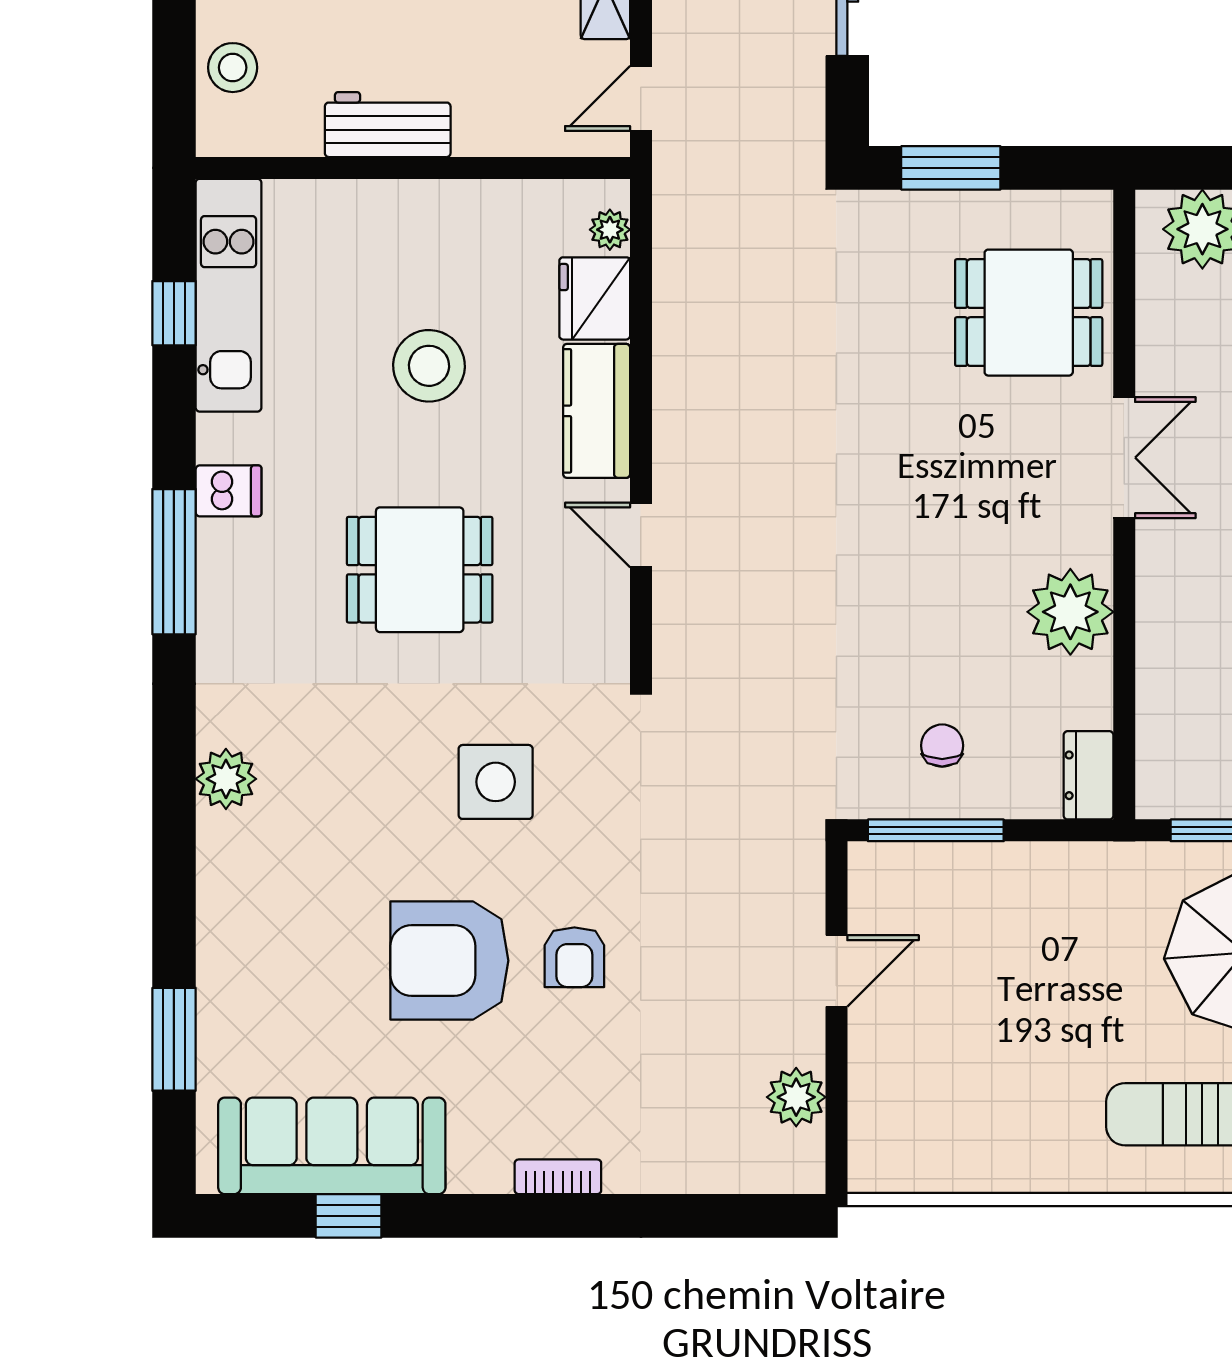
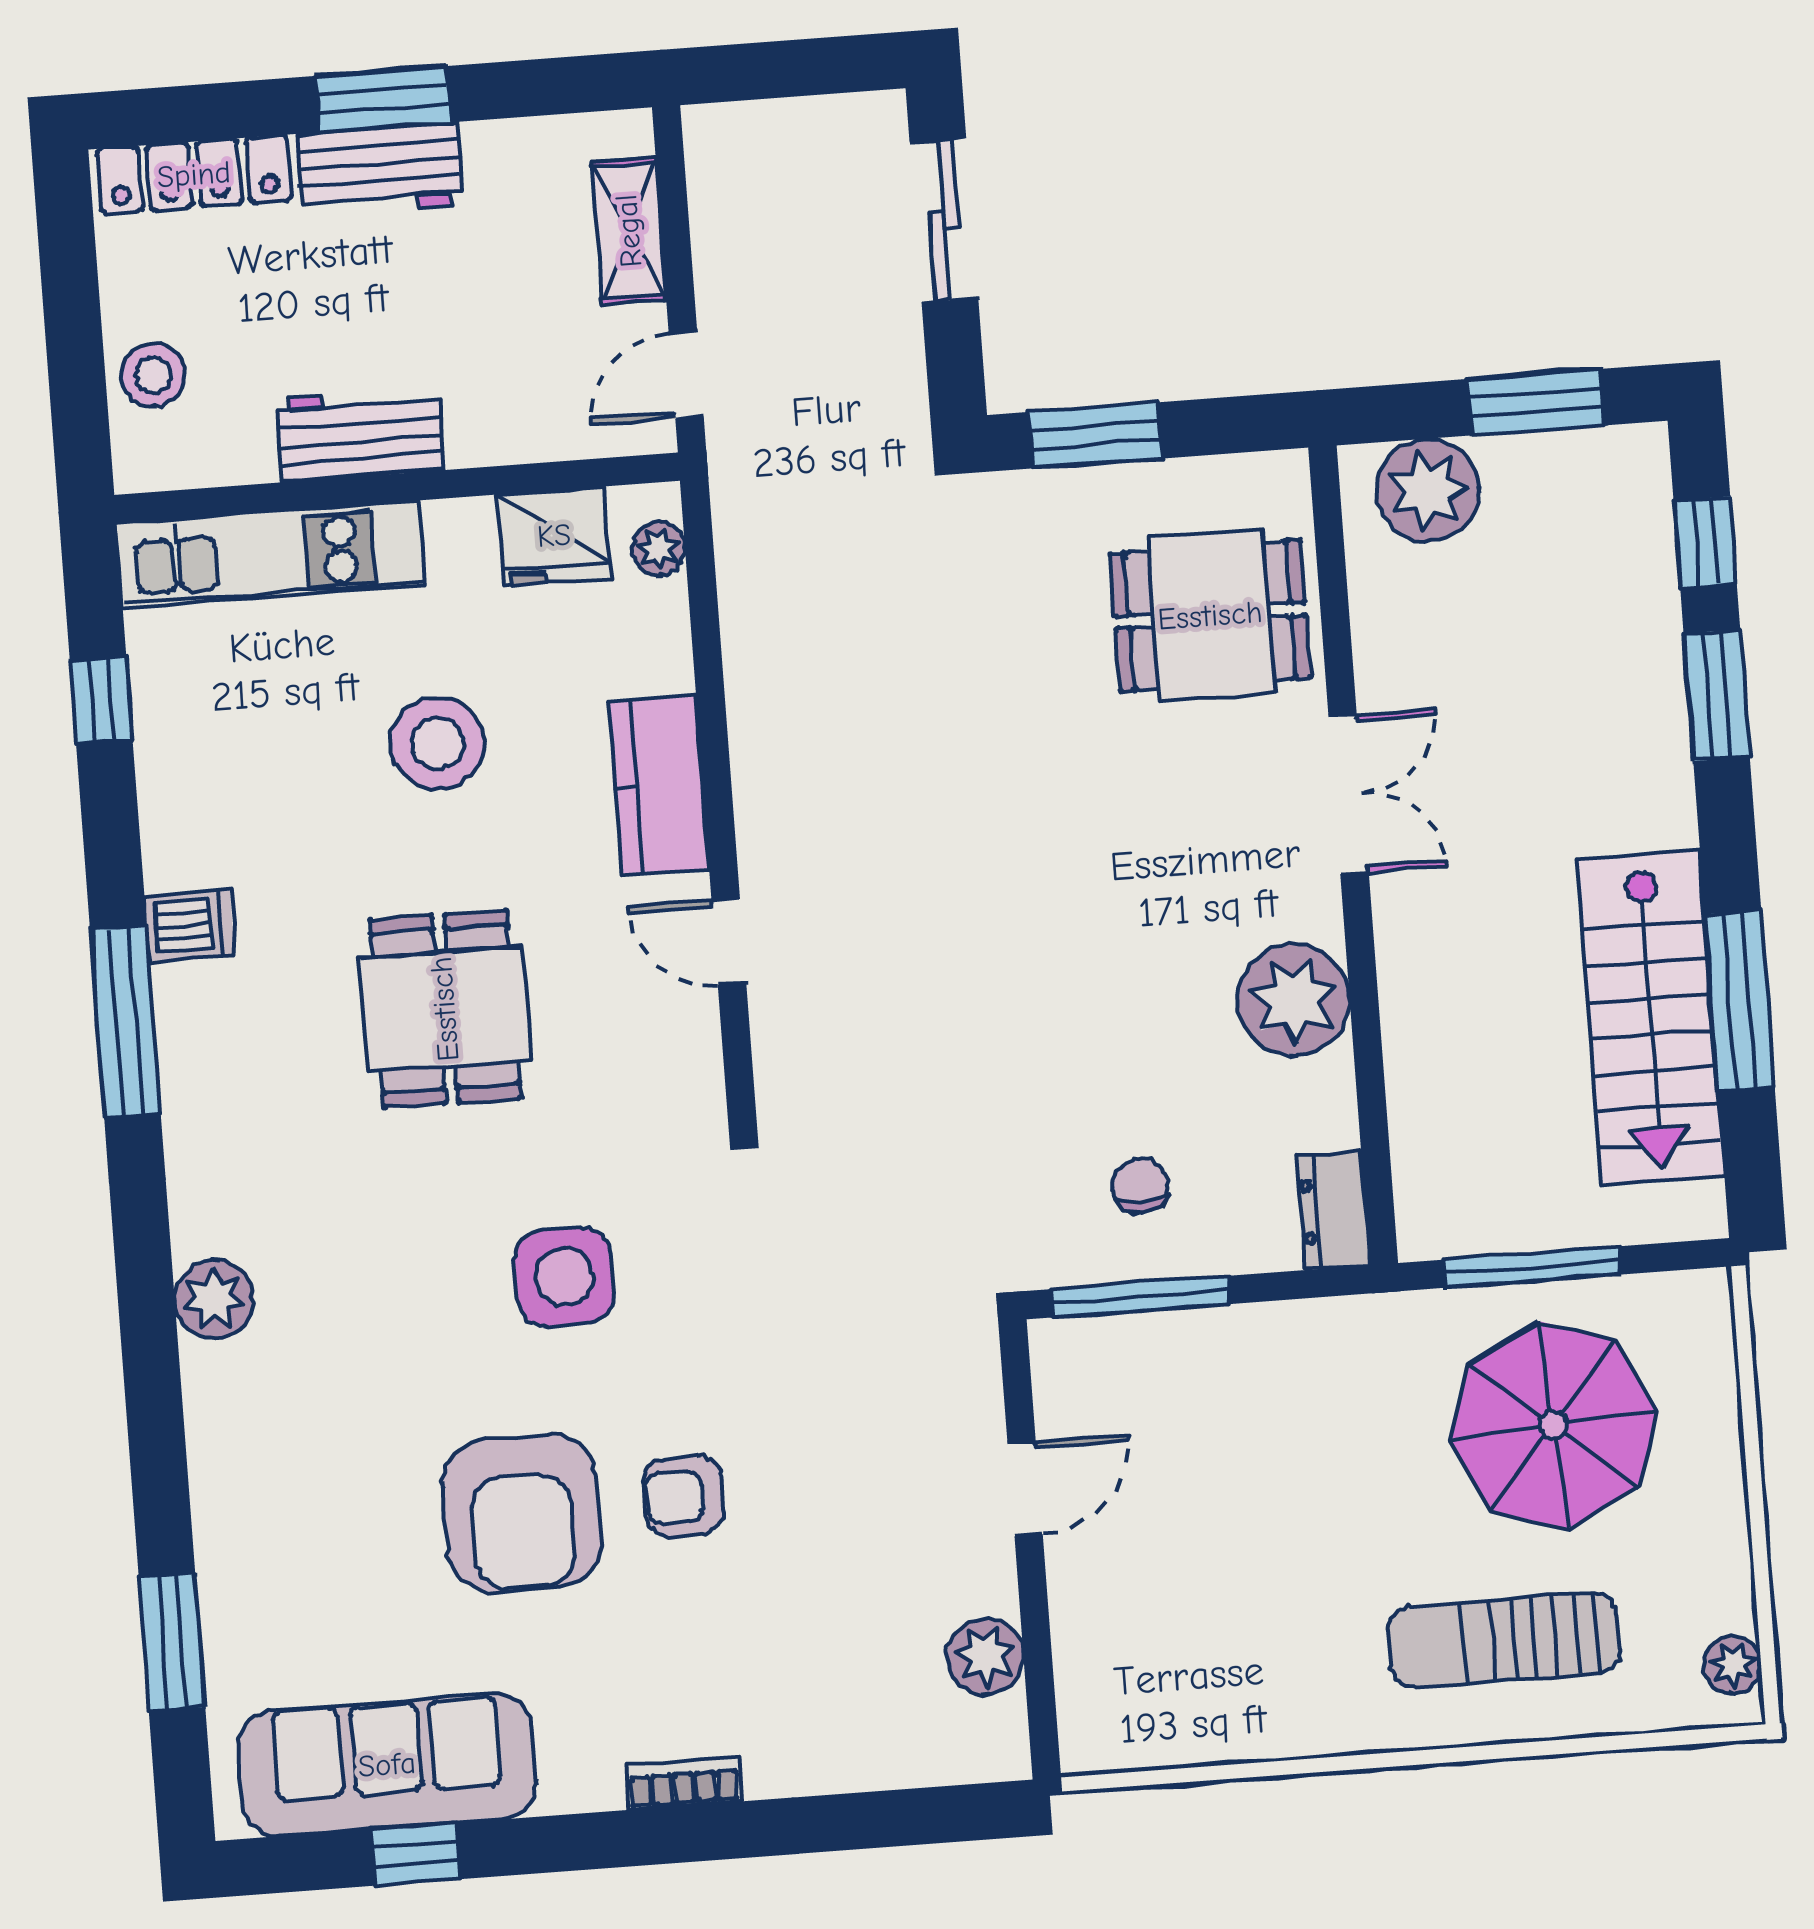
kitchen unit: (229, 295) -> (271, 554), moved, turned 90
fridge: (595, 298) -> (554, 536), moved, turned -90
dining table: (420, 570) -> (445, 1009), turned 90
armchair: (574, 957) -> (684, 1496), turned 90
armchair: (449, 961) -> (522, 1513), turned -90

